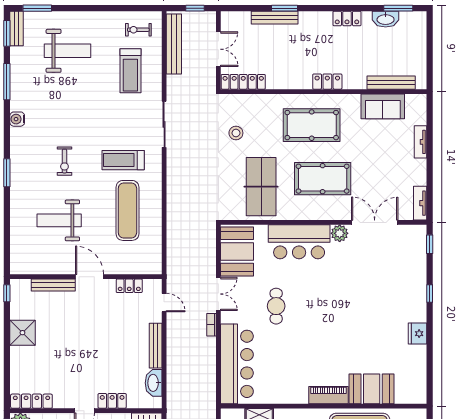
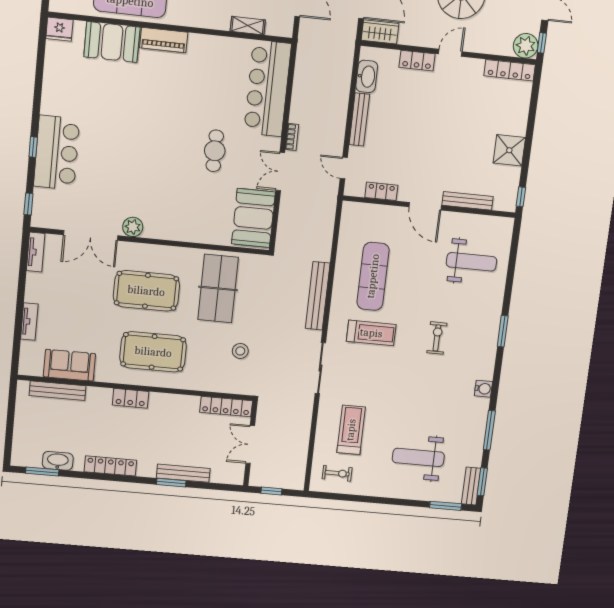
locker: (347, 18) -> (110, 466), width x1.53
bench: (174, 44) -> (318, 296), moved
weight bench: (59, 220) -> (471, 262), moved
bar counter: (299, 242) -> (57, 153), moved, turned 90
fridge: (418, 334) -> (59, 29), moved, turned 90

